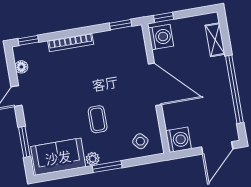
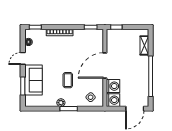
washing machine: (161, 37) -> (113, 86), moved
door: (155, 84) -> (105, 65), swing flipped
sofa: (58, 157) -> (33, 80), moved, turned 90

